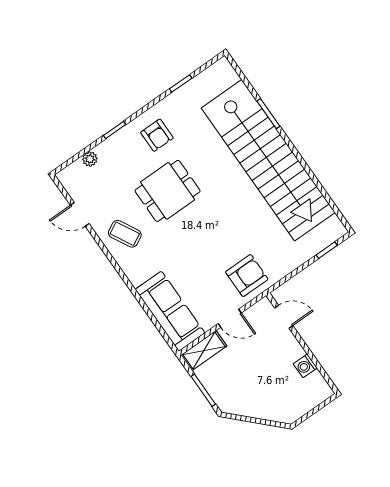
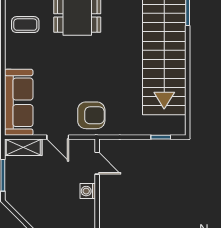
coffee table: (125, 234) -> (25, 25), turned -62
washing machine: (305, 366) -> (88, 191), moved

